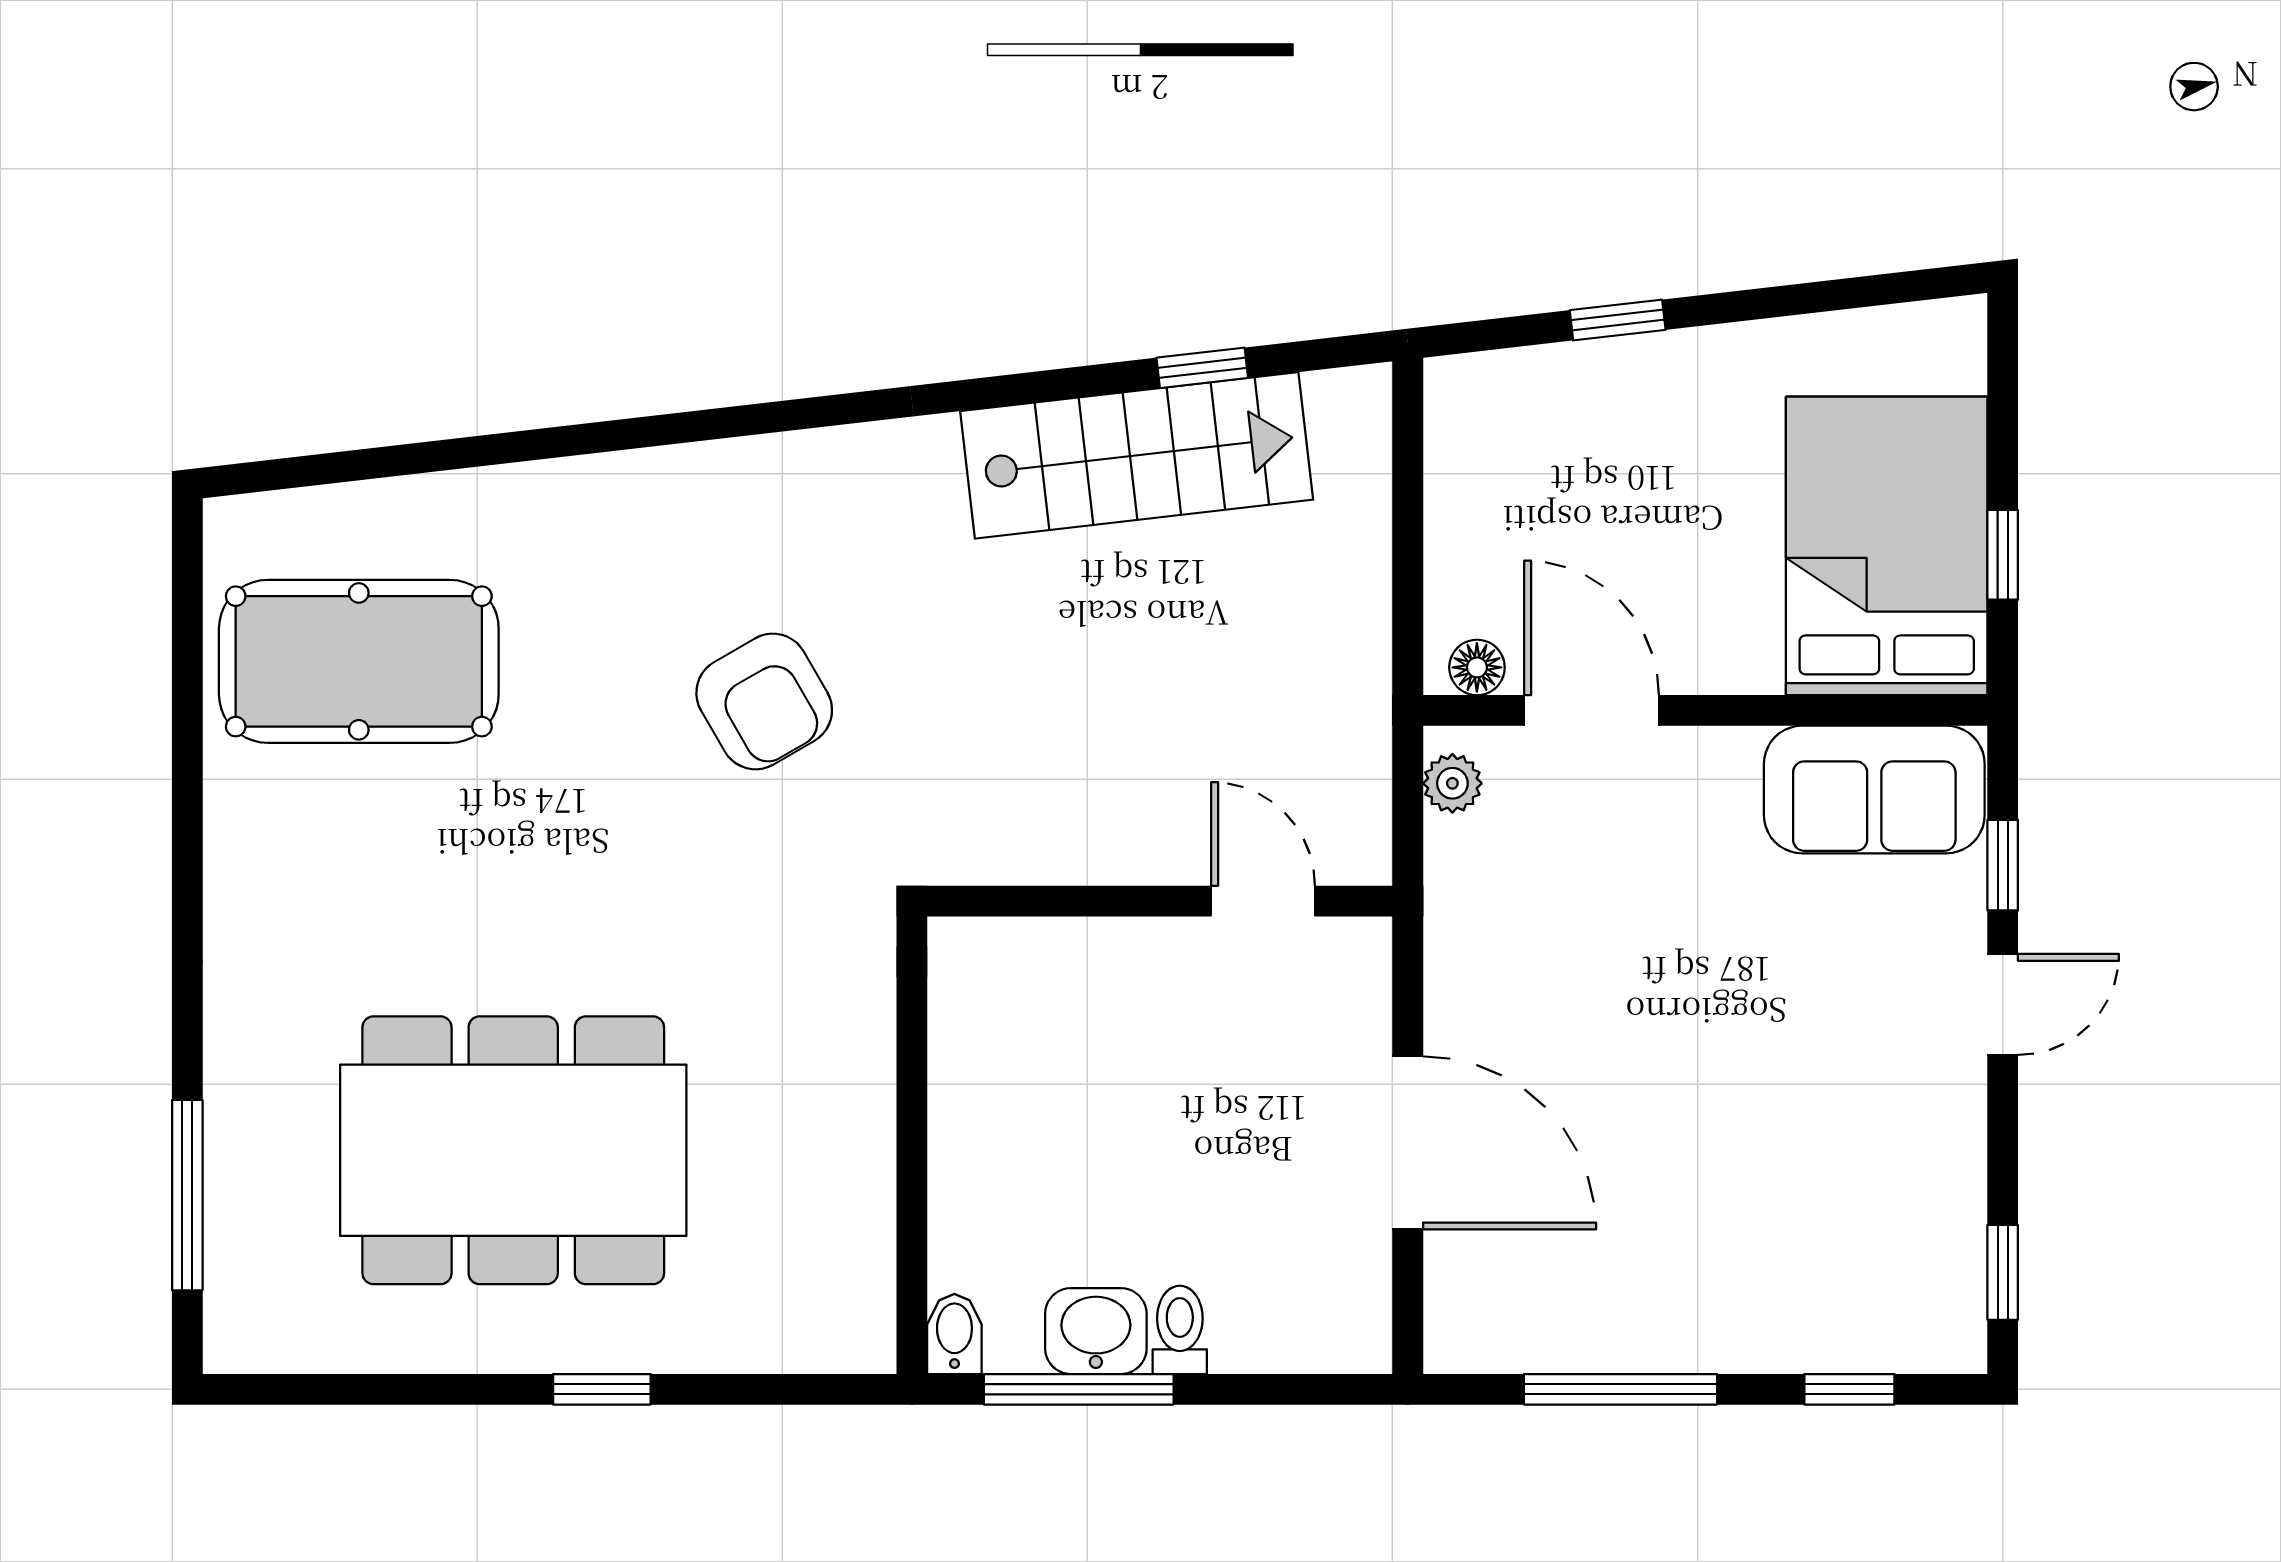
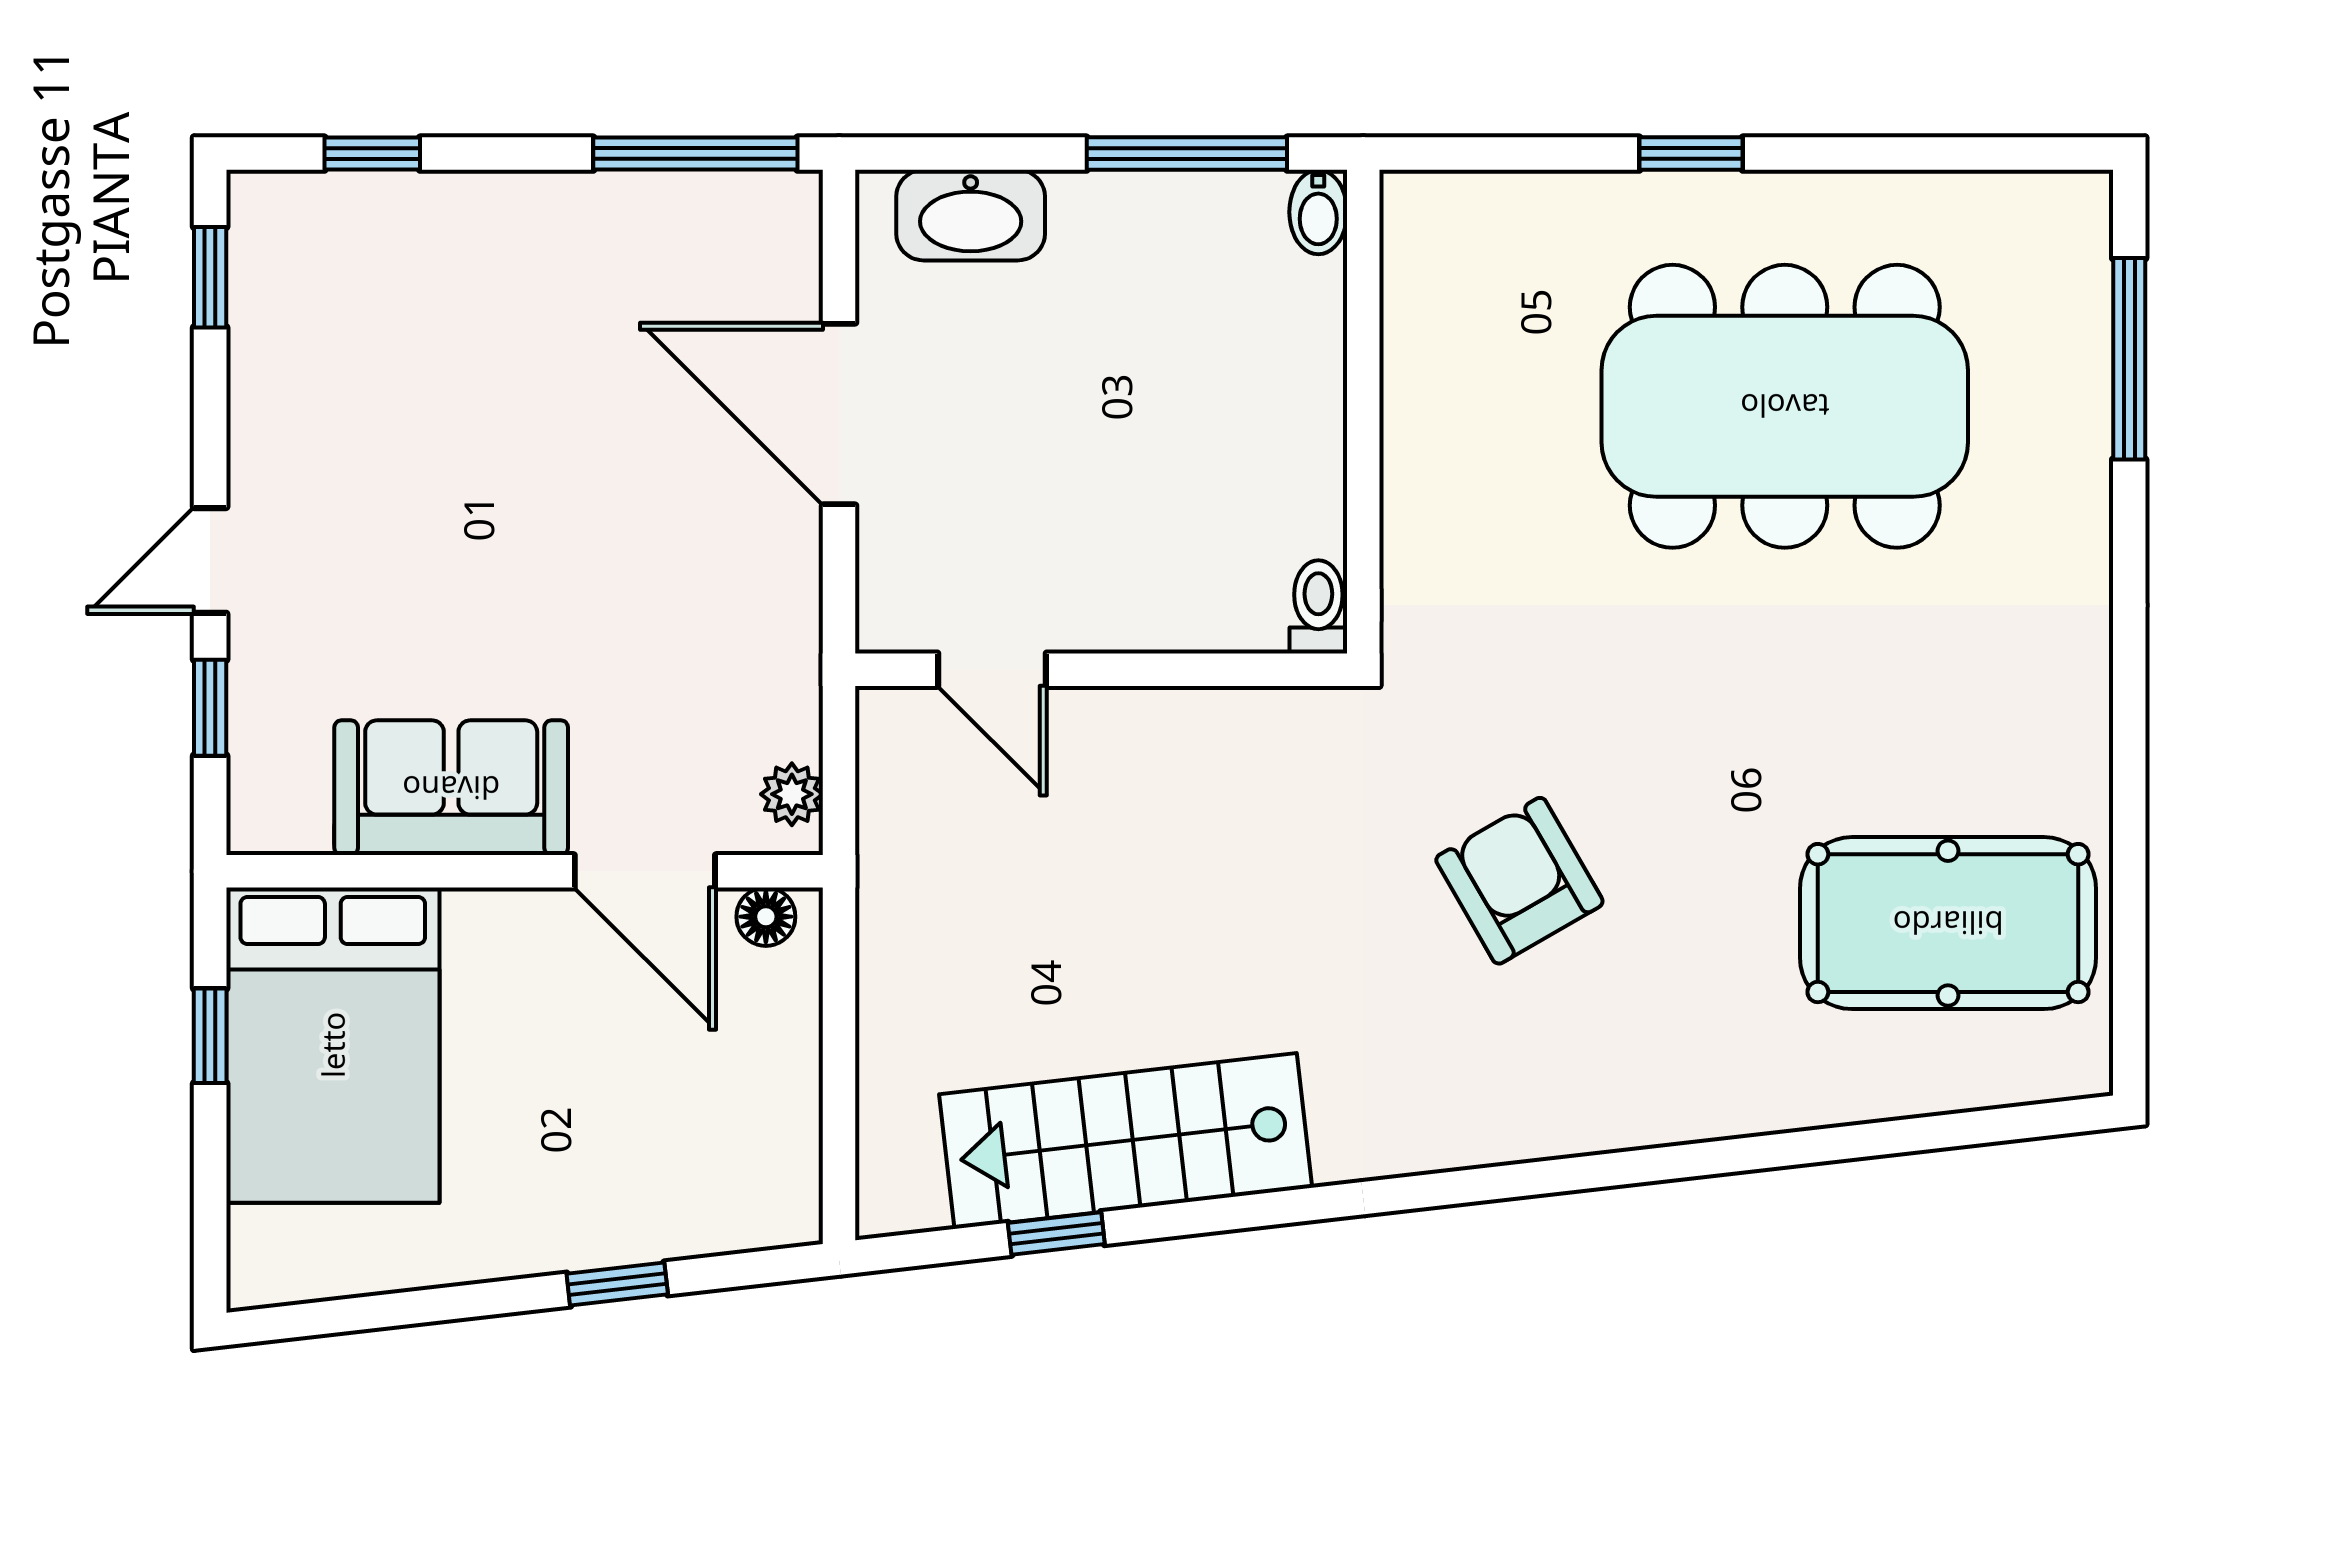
sofa: (1874, 790) -> (451, 788), moved
toilet: (1180, 1330) -> (1318, 607), moved, turned 180
washbasin: (1096, 1331) -> (971, 215), moved, width x1.38
window: (1621, 1389) -> (695, 154), moved

